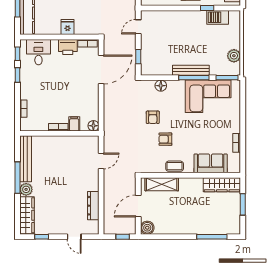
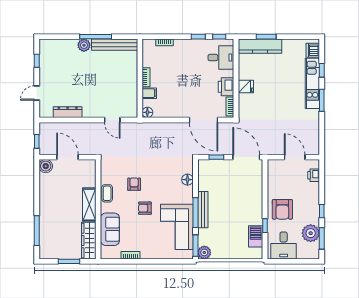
door: (138, 27) -> (246, 157), width x1.87
plant: (234, 56) -> (204, 252), moved
armchair: (153, 117) -> (145, 208), moved
shelving: (162, 184) -> (89, 205), moved
wardrobe: (27, 215) -> (58, 46), removed

